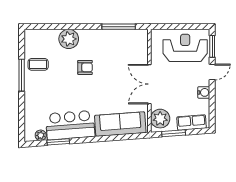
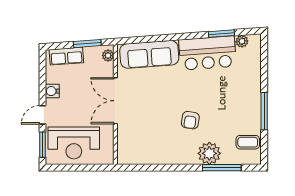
window: (119, 27) -> (222, 168), moved
coffee table: (38, 64) -> (248, 142), moved
armchair: (85, 67) -> (190, 120), turned -81
double door: (149, 84) -> (115, 101), swing flipped
plant: (160, 119) -> (108, 56), width x0.53, depth x0.53

